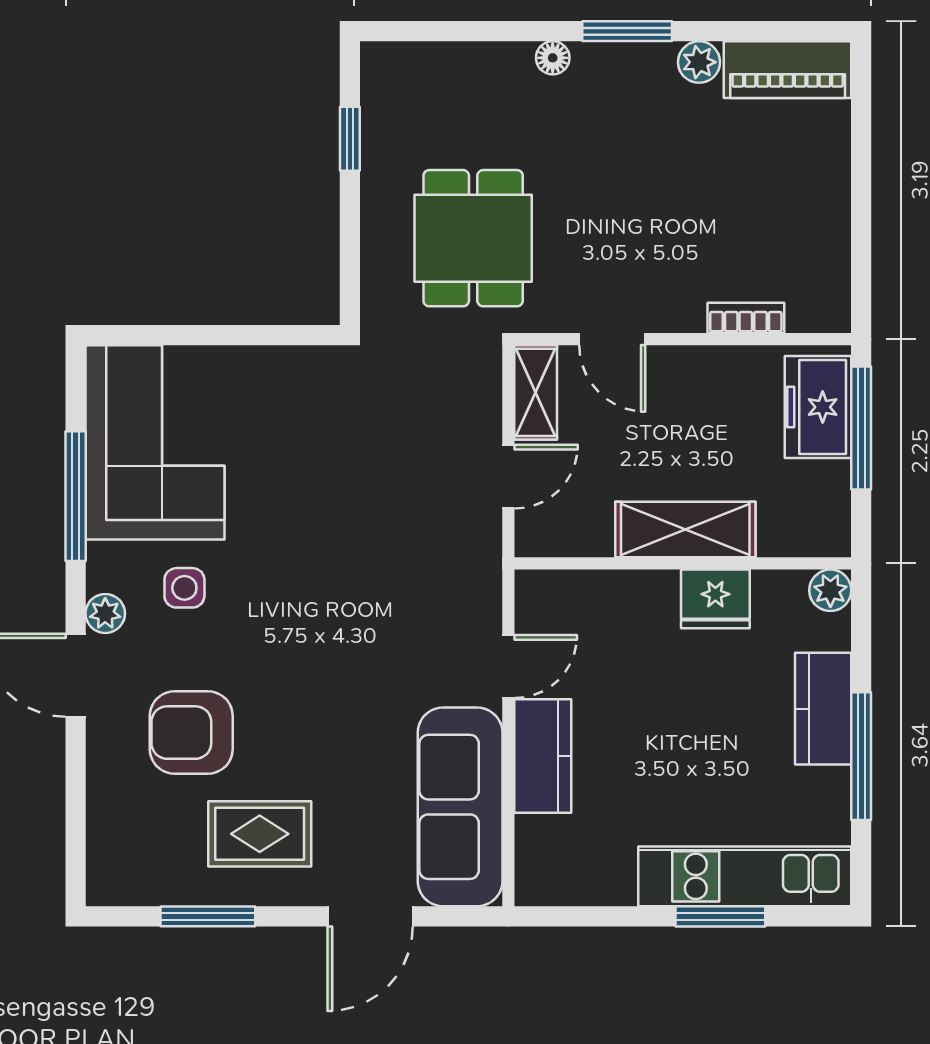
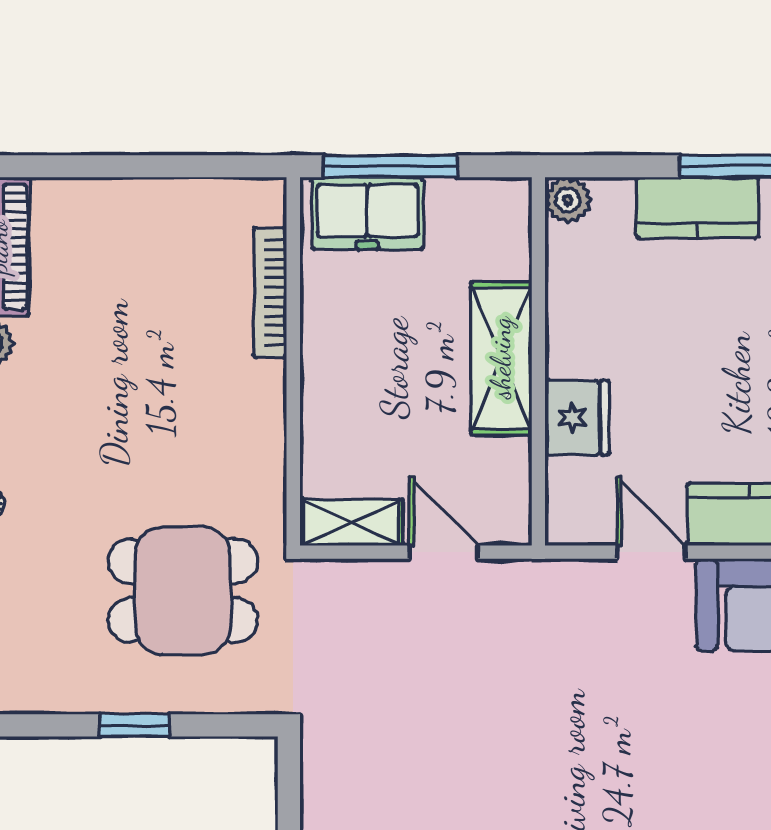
window: (350, 139) -> (135, 725), moved
bookcase: (746, 318) -> (270, 292), width x1.56
door: (612, 339) -> (293, 438), removed
fridge: (715, 599) -> (577, 418), moved

